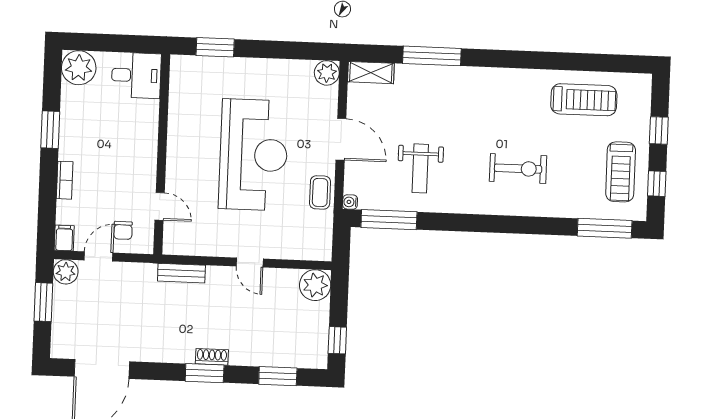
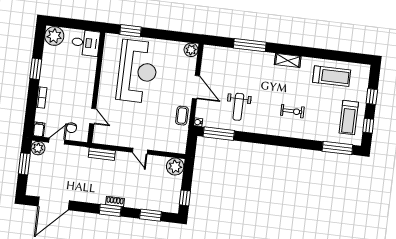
shelving: (371, 73) -> (288, 60), moved
reception desk: (253, 155) -> (137, 71), moved
exercise bike: (518, 169) -> (292, 111), width x0.73, depth x0.72

